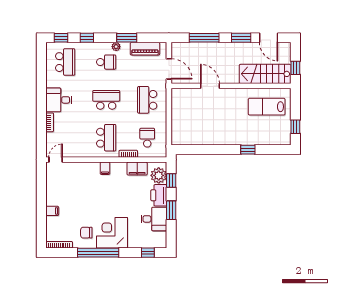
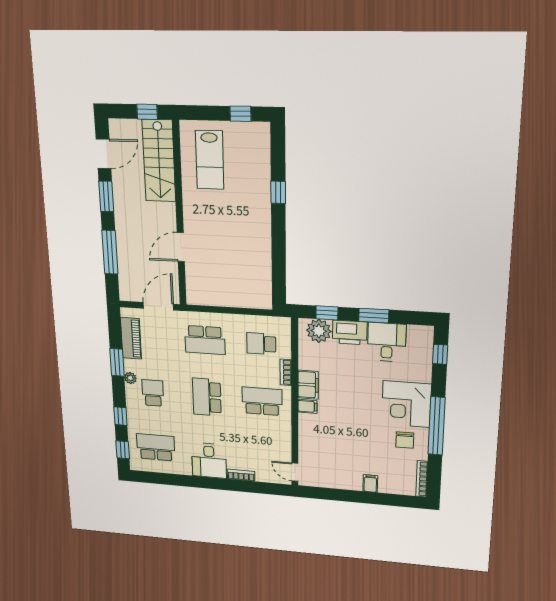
filing cabinet: (137, 169) -> (308, 385), moved

